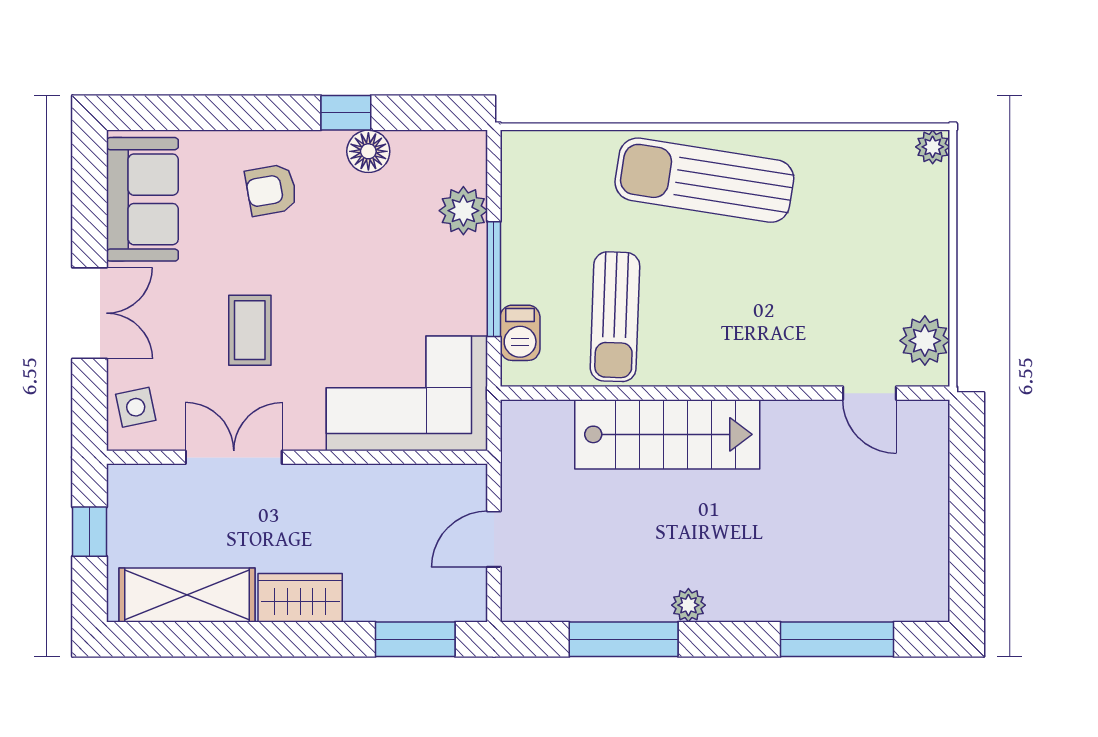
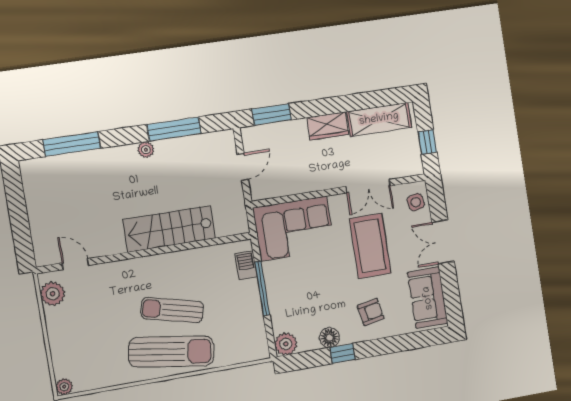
plant: (463, 211) -> (286, 344), moved
sun lounger: (615, 317) -> (172, 310), moved, turned -78
coffee table: (250, 330) -> (370, 246), width x1.86, depth x1.72

